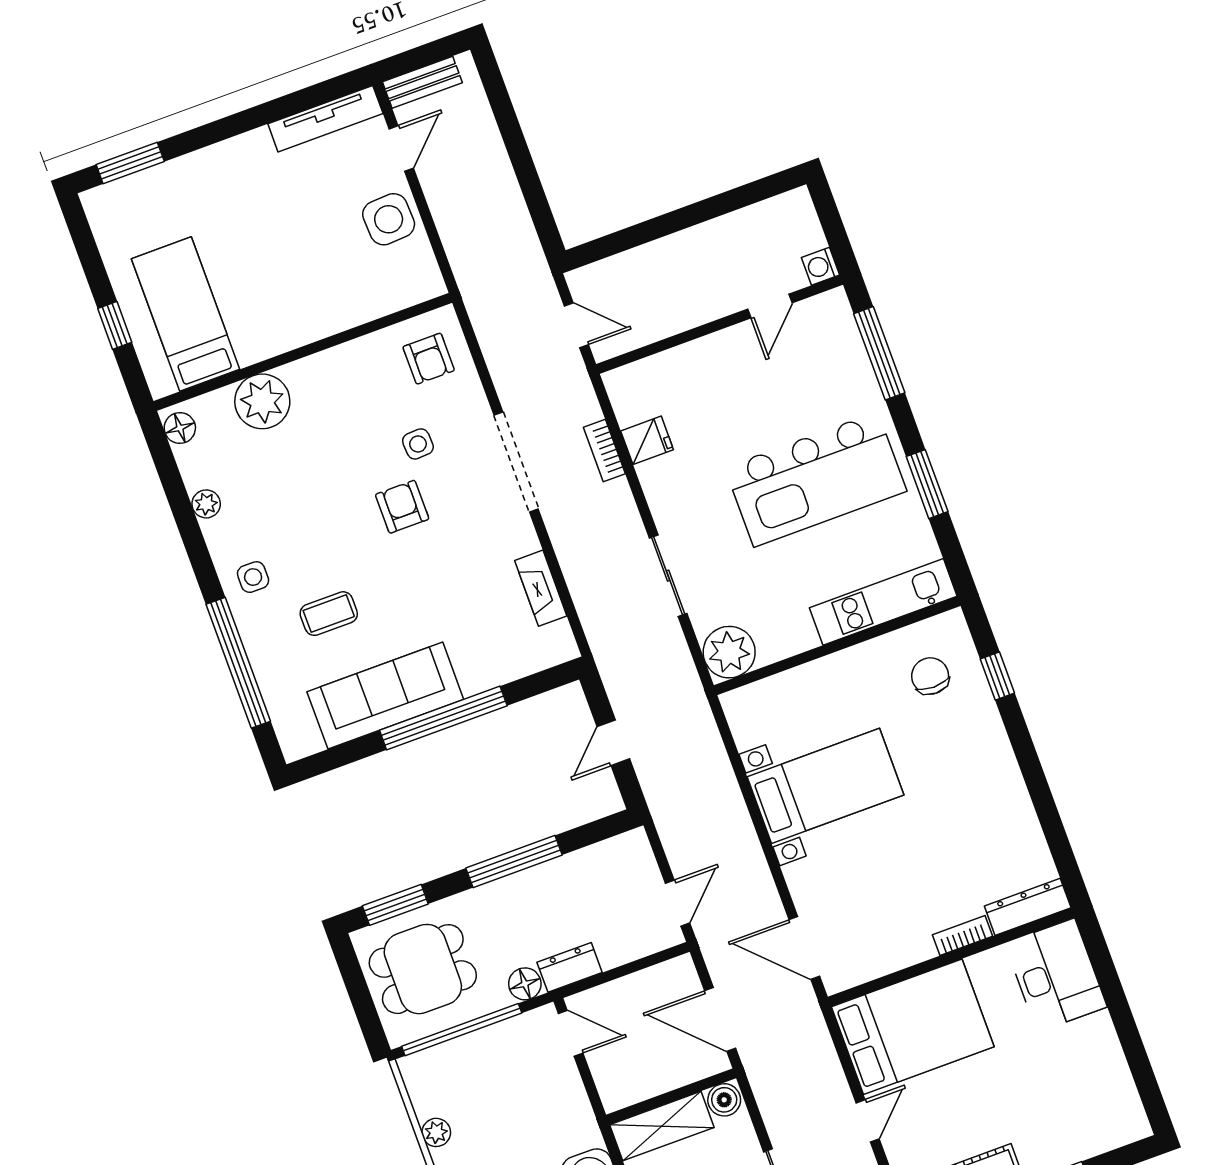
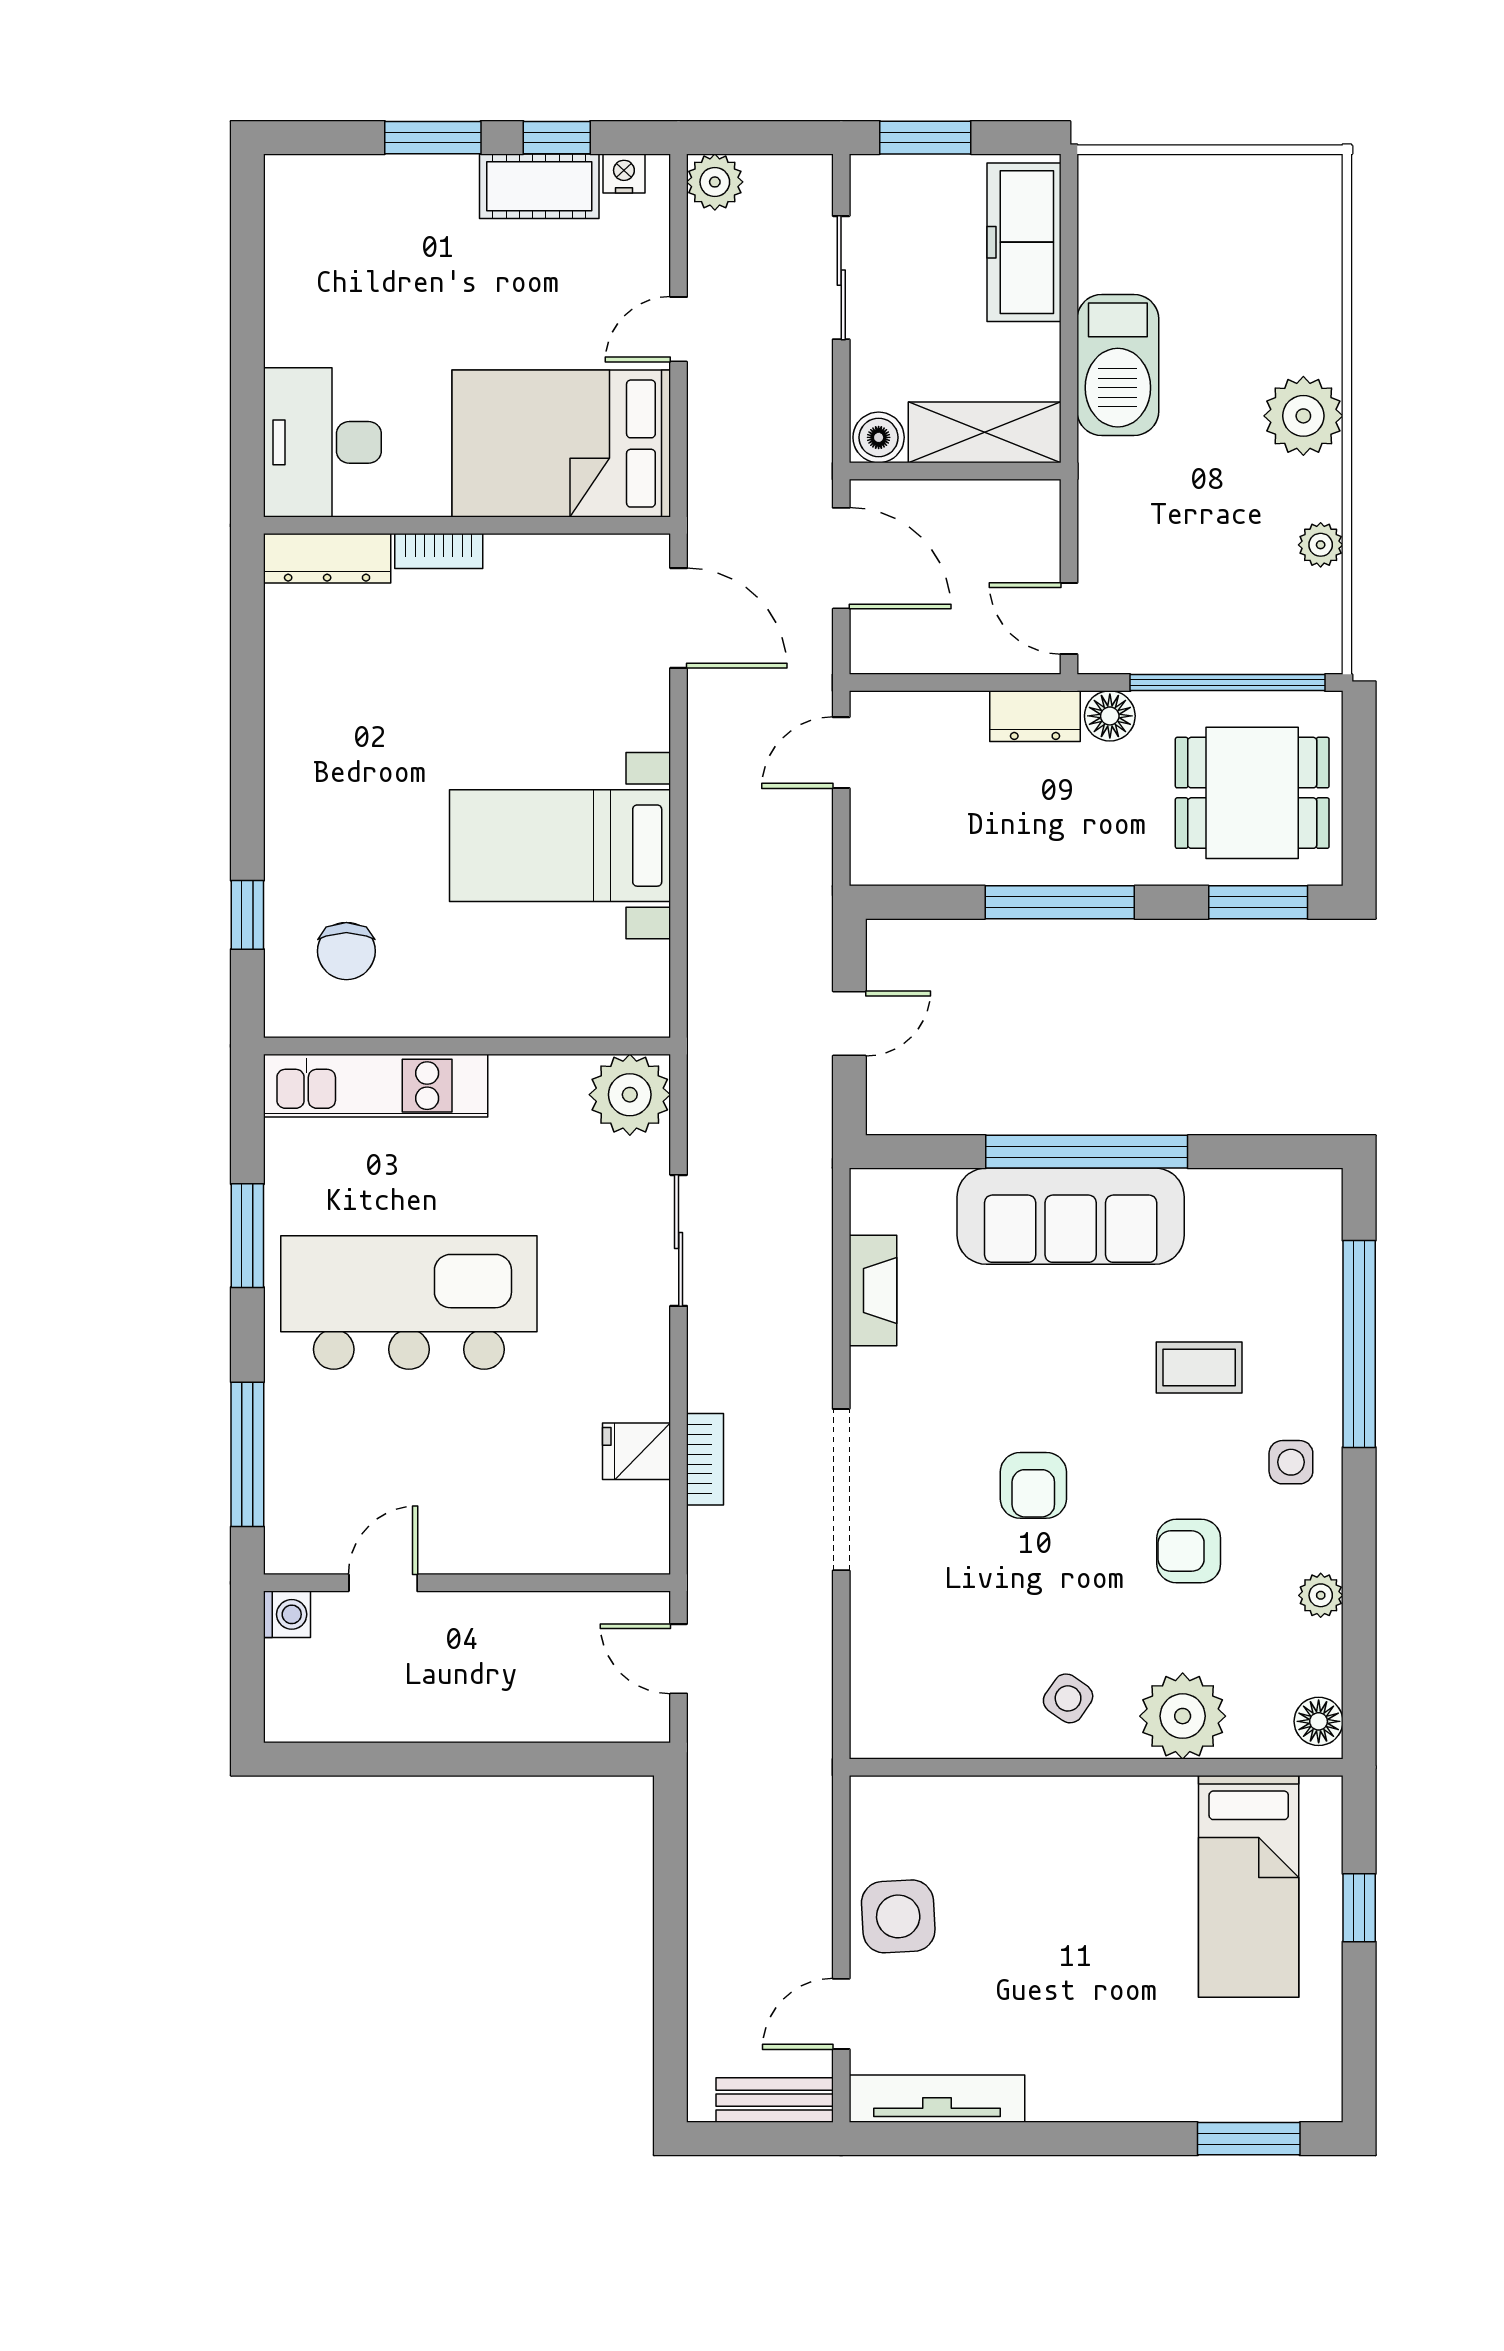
armchair: (429, 359) -> (1189, 1551), moved, turned -90
side table: (418, 444) -> (1068, 1698), moved, turned 38
sofa: (385, 696) -> (1071, 1216), moved

